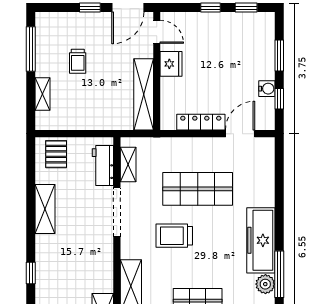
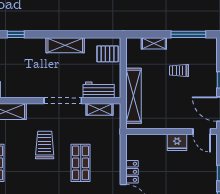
door: (157, 32) -> (202, 131), hinge flipped
shelving: (144, 94) -> (134, 96), moved, turned 90
locker: (201, 122) -> (132, 172), width x0.66
shop shelf: (198, 189) -> (81, 163), width x0.70, depth x0.74

